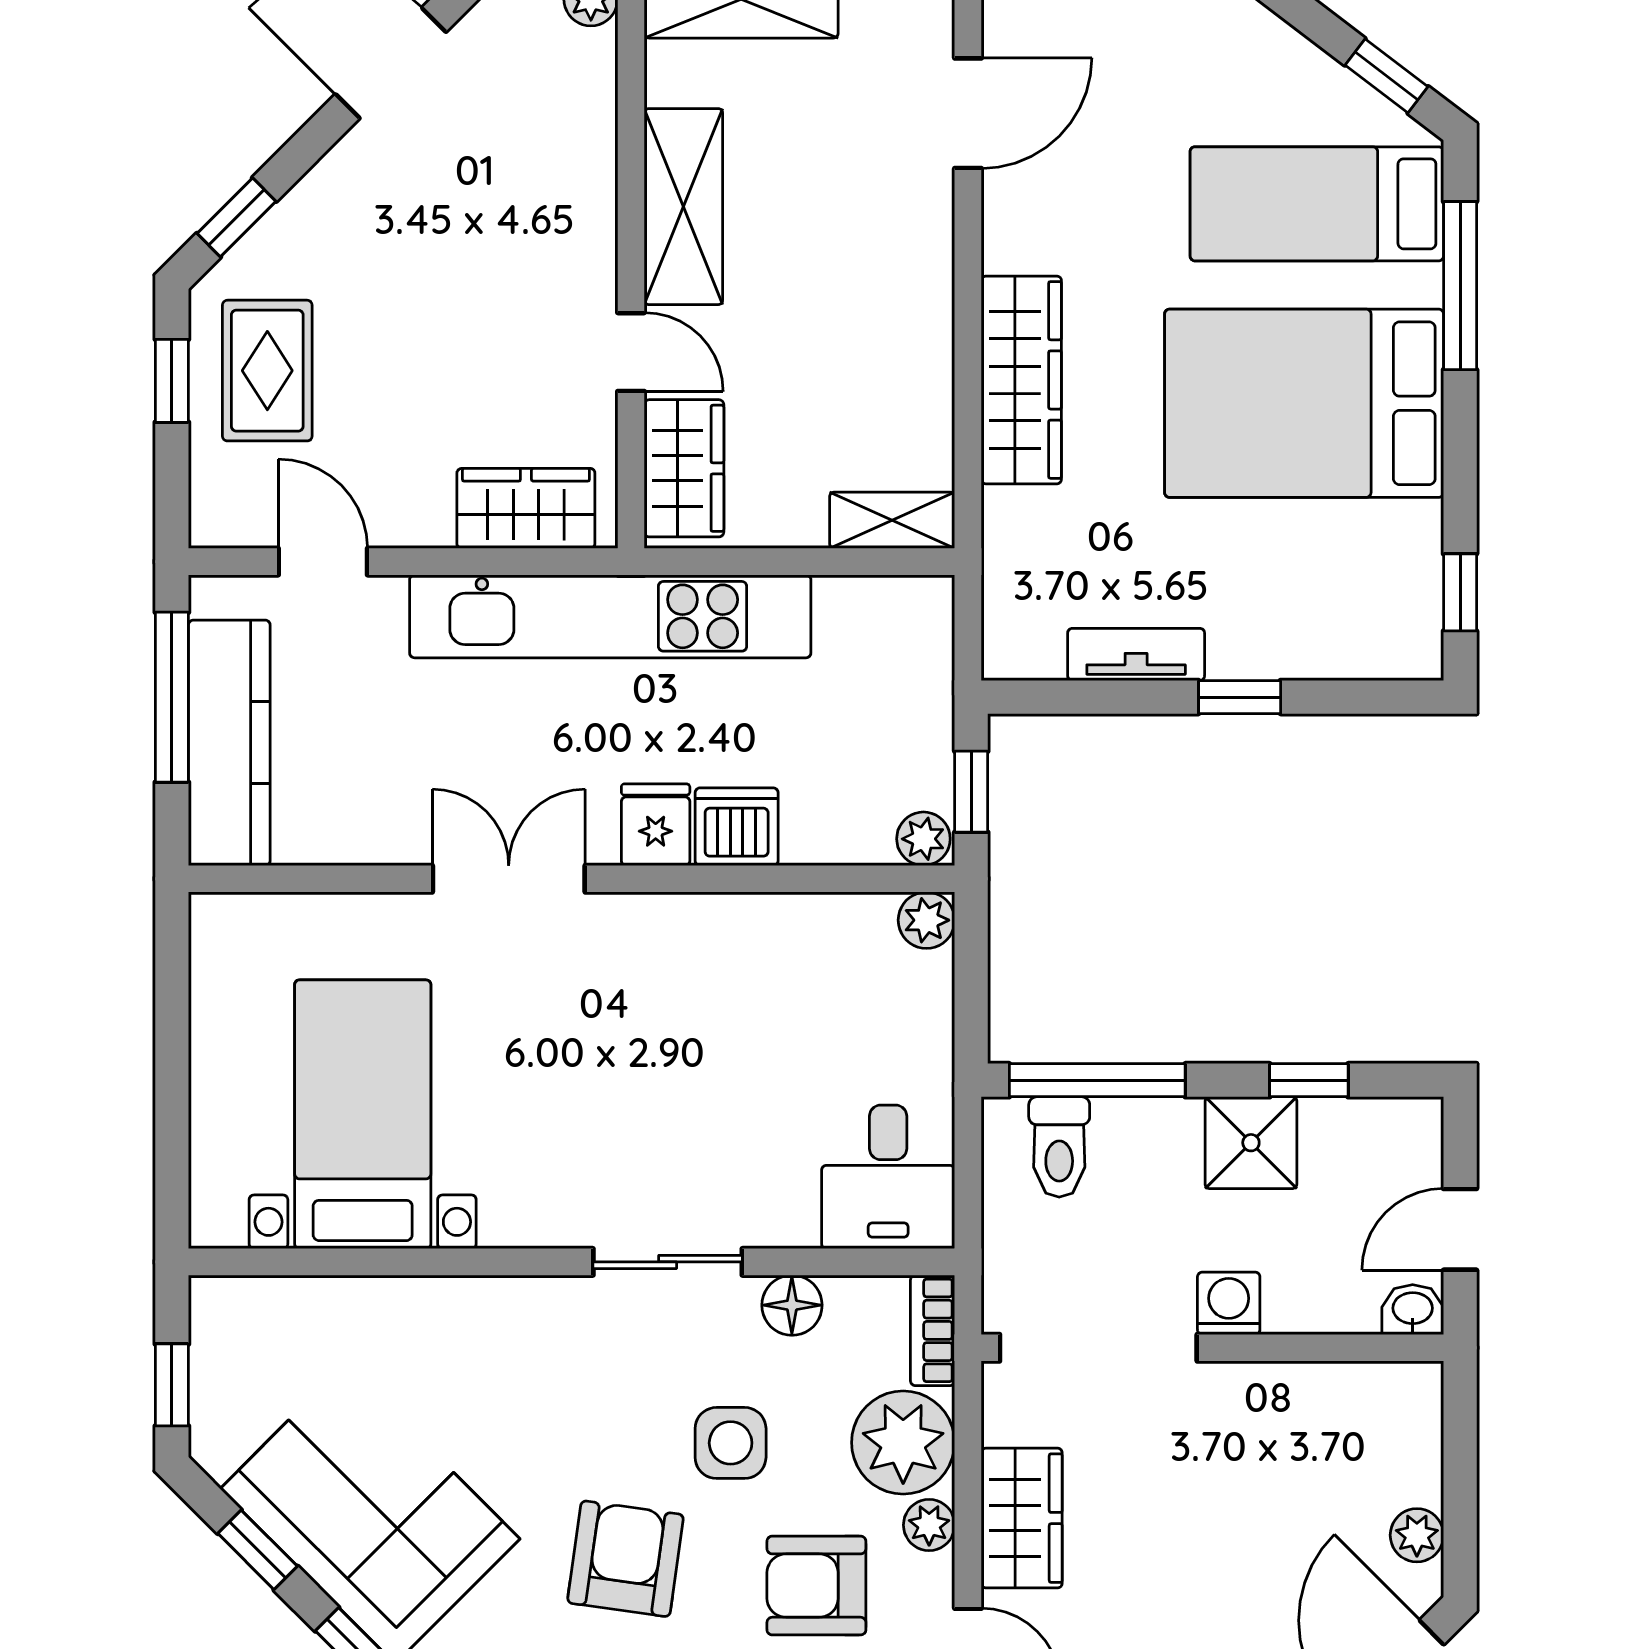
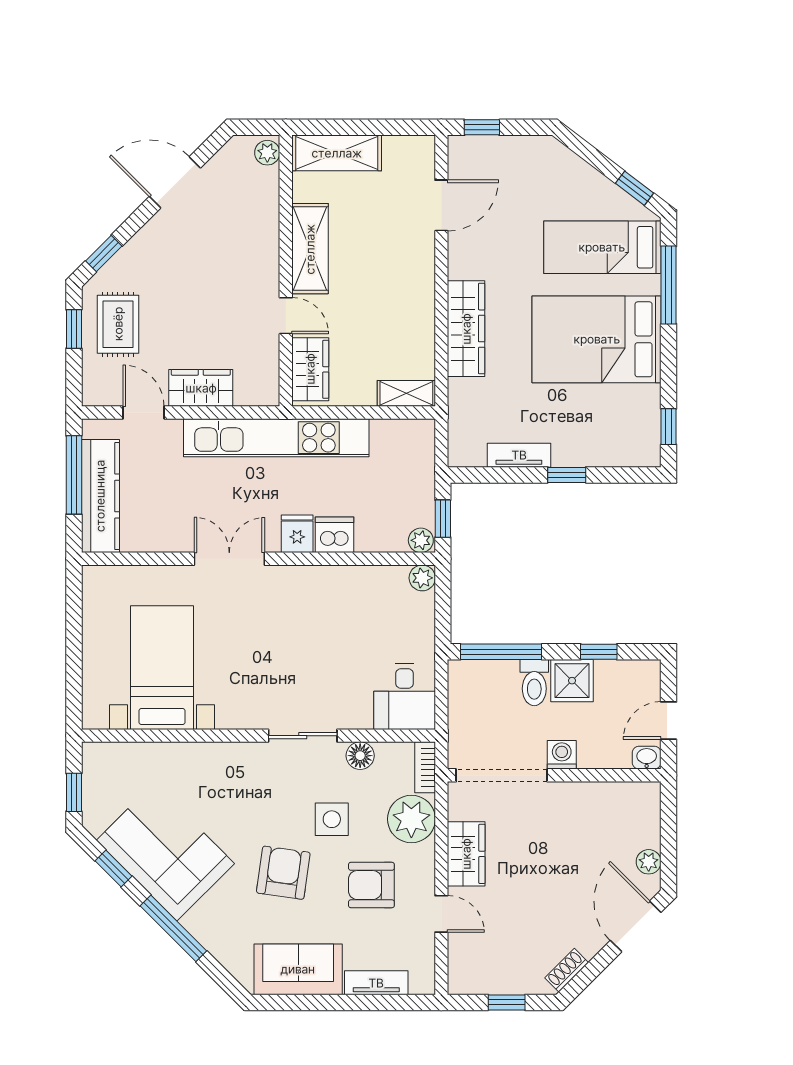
wardrobe: (526, 508) -> (201, 388), moved
toilet: (1059, 1147) -> (534, 683), moved
plant: (929, 1525) -> (423, 857), removed

